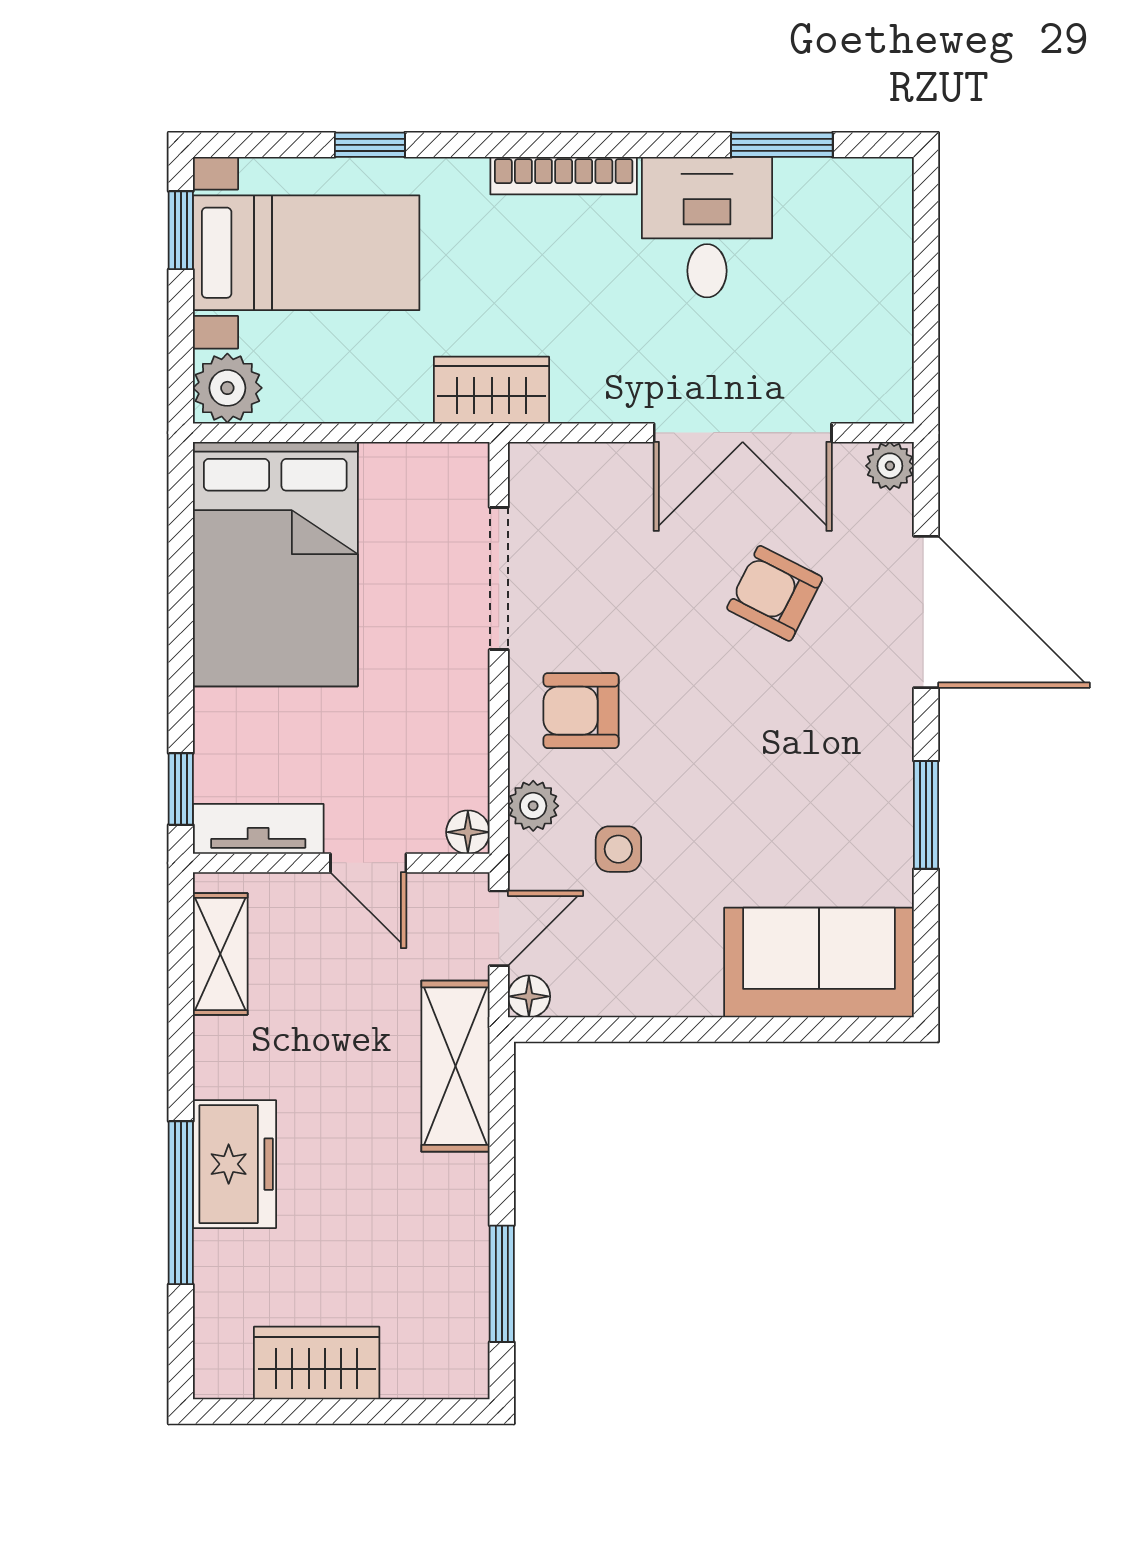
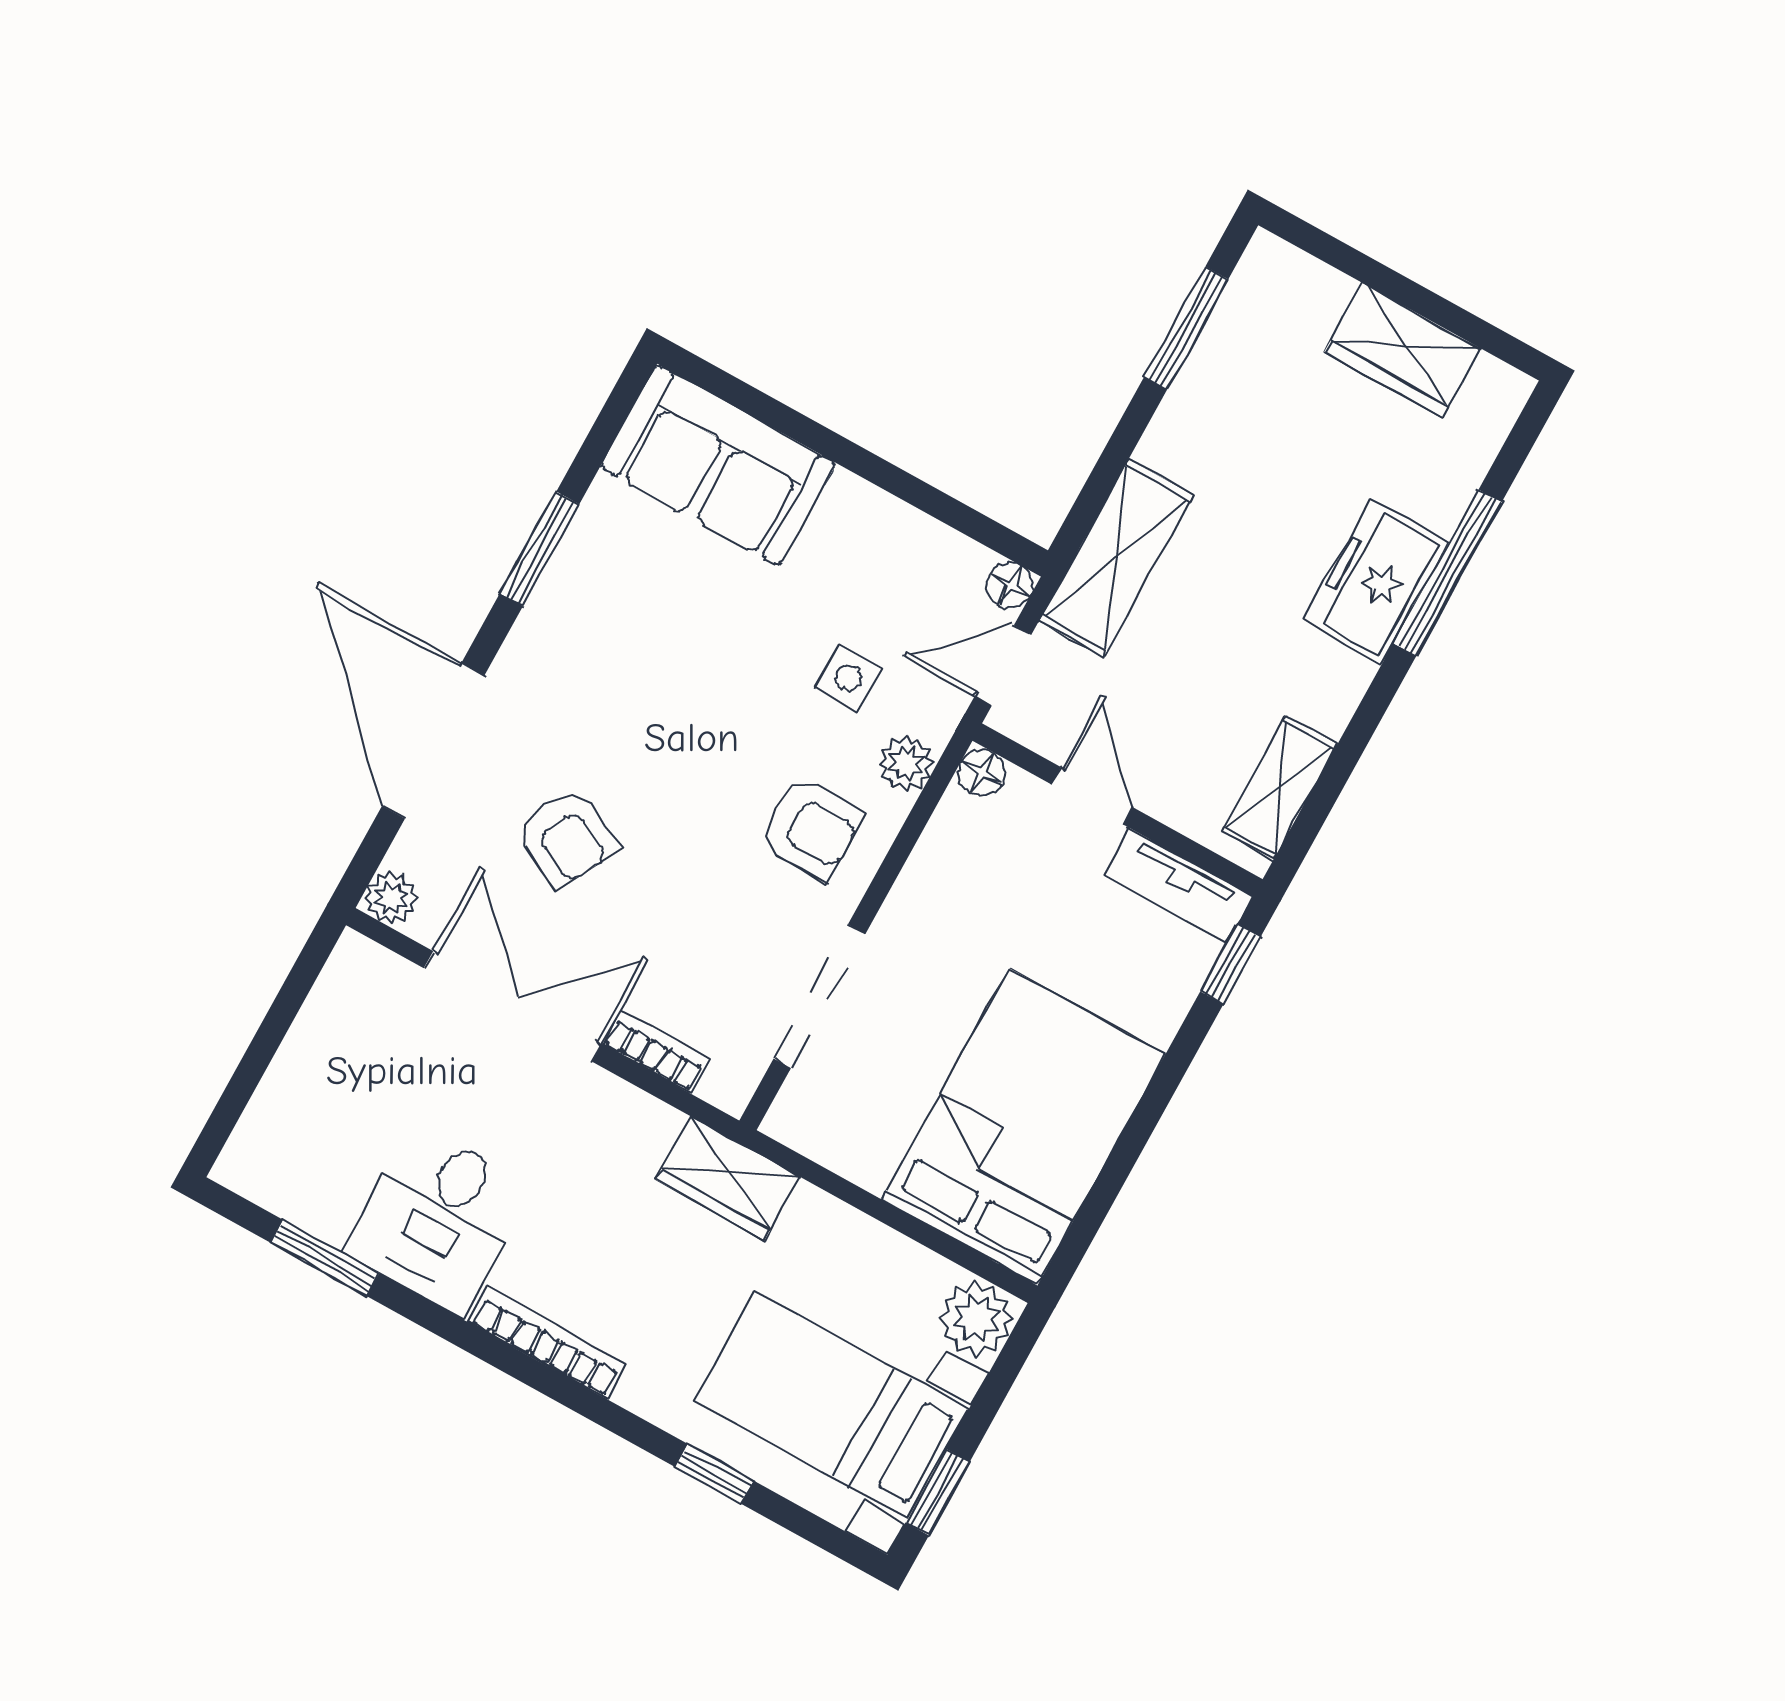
bookcase: (607, 460) -> (655, 1051), added

